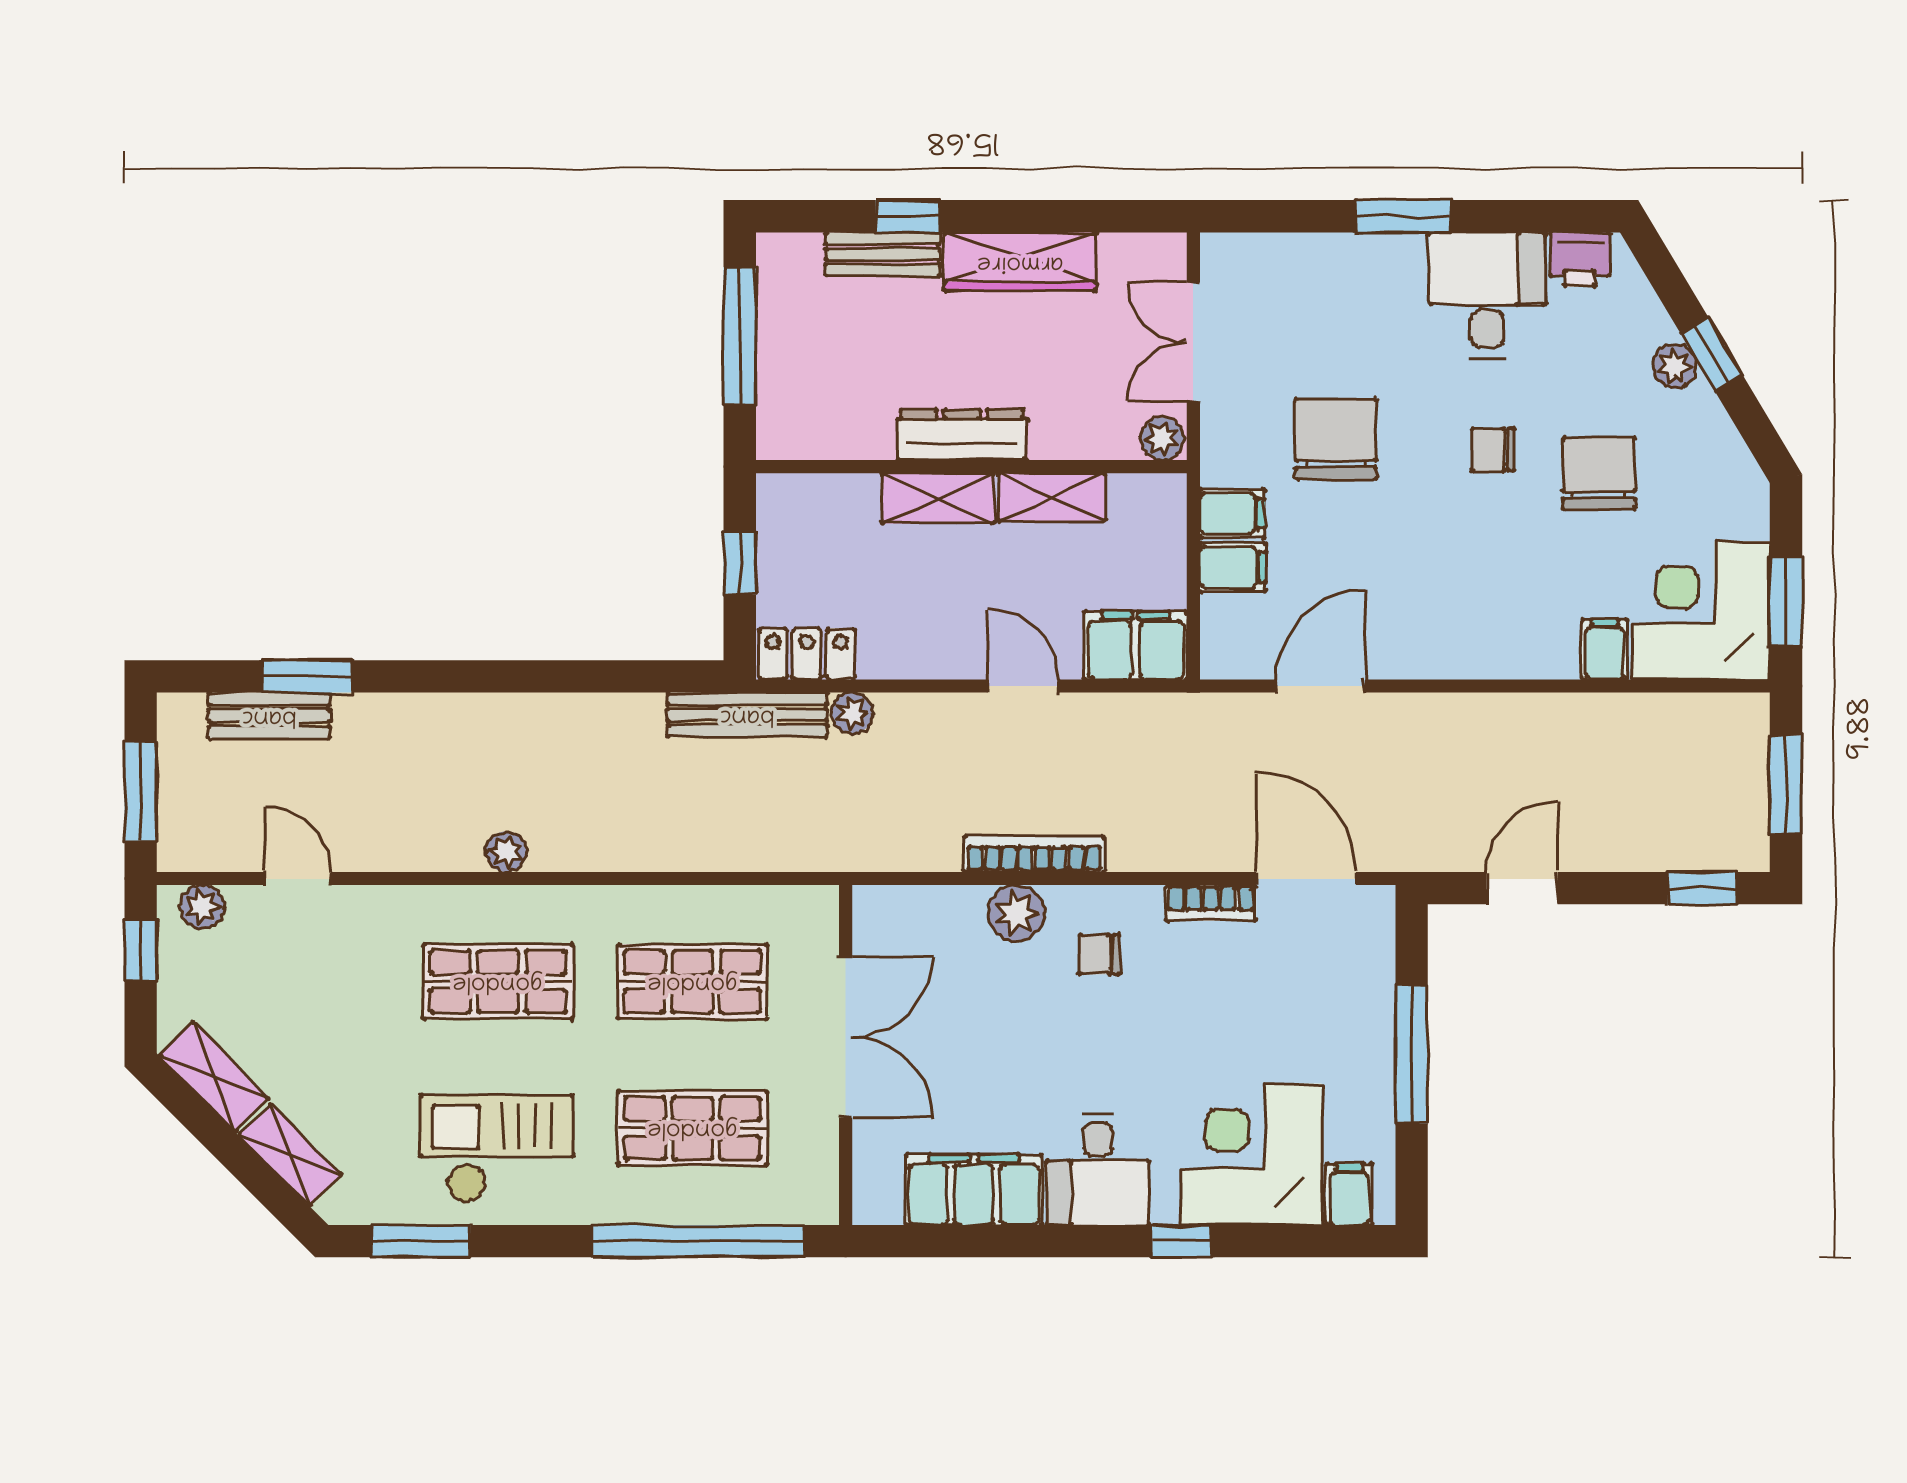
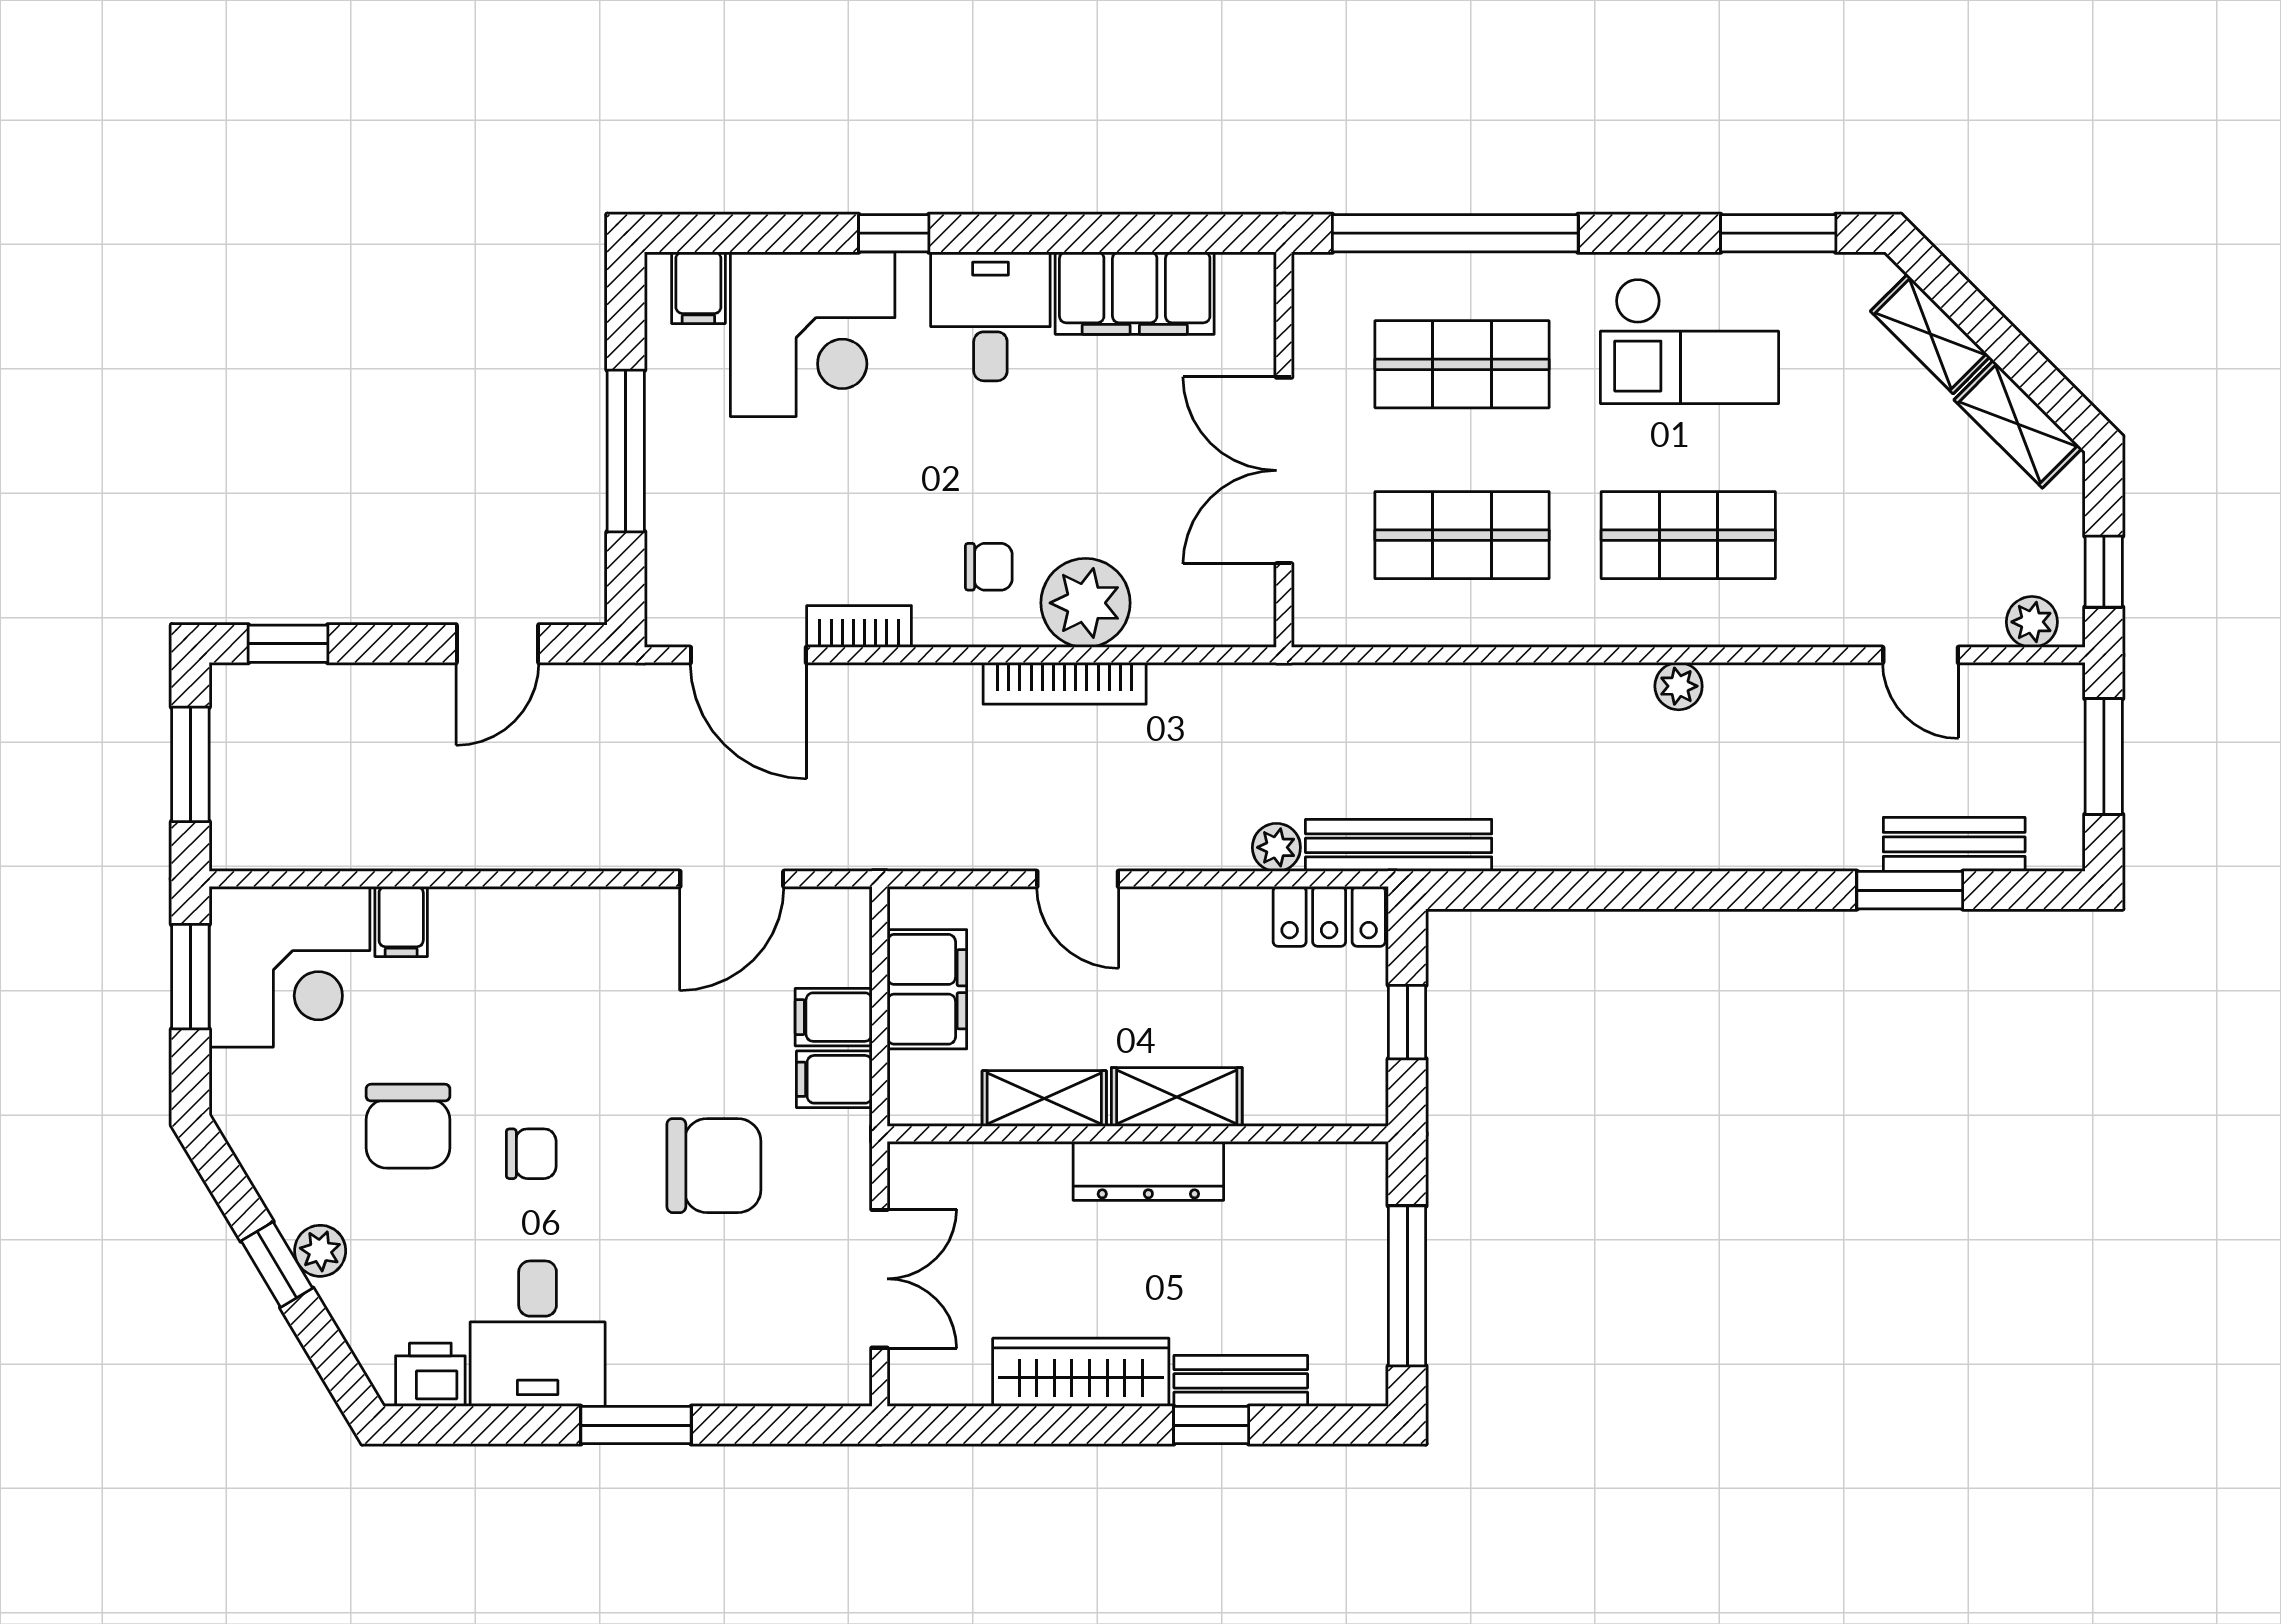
plant: (1162, 439) -> (916, 1166), removed
chair: (1336, 439) -> (714, 1166), turned -90
filing cabinet: (1136, 645) -> (927, 989), moved, turned -90
plant: (1016, 913) -> (1086, 603), width x1.36, depth x1.36

